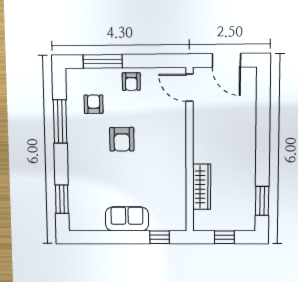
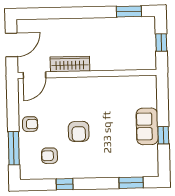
window: (60, 121) -> (65, 184), width x0.46
armchair: (122, 139) -> (79, 131), turned 90
wardrobe: (202, 187) -> (70, 64), moved
window: (160, 237) -> (163, 135), moved

